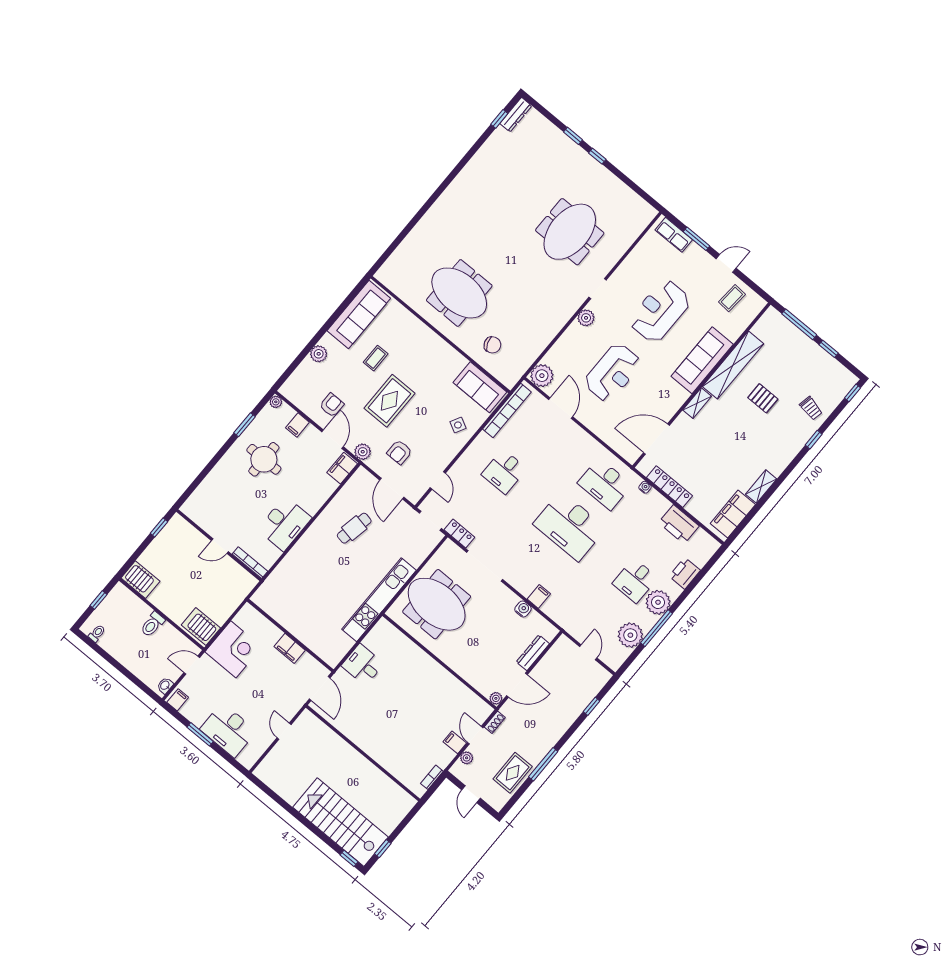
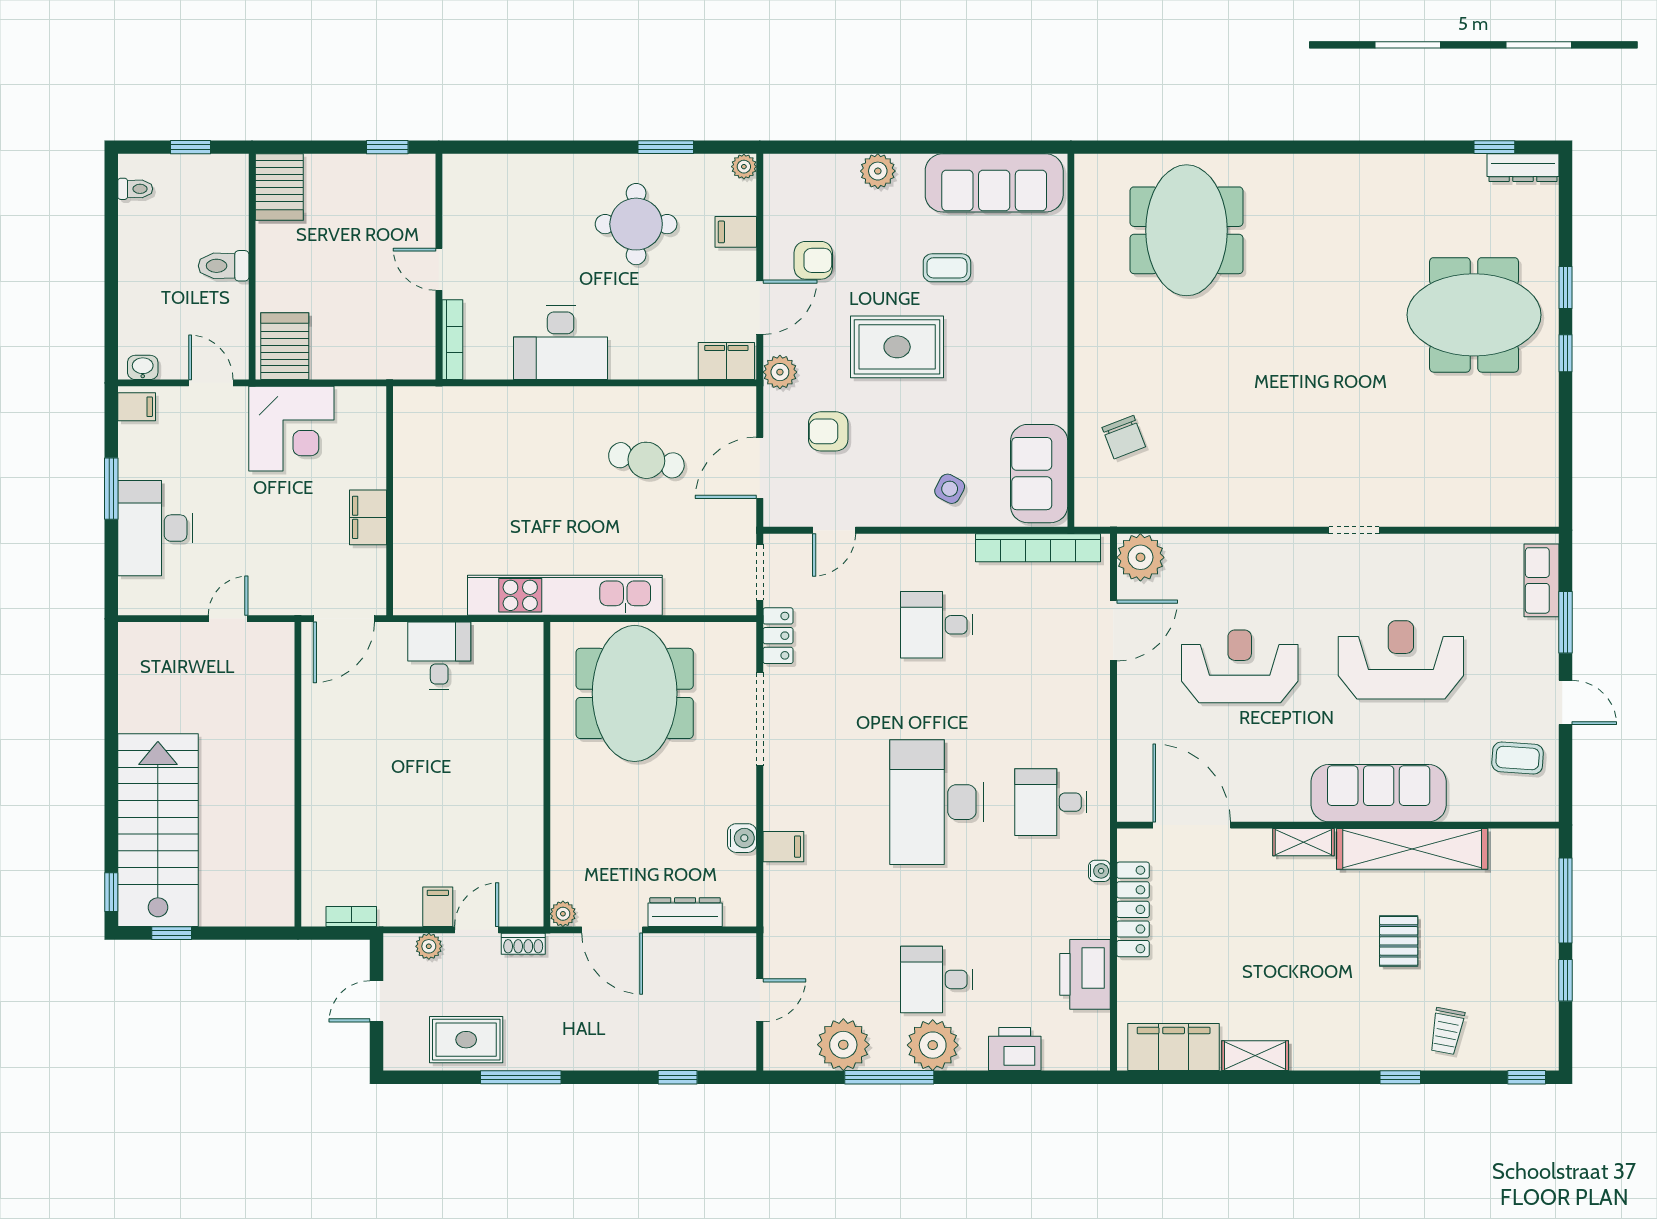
meeting table: (570, 232) -> (1474, 315), moved
meeting table: (459, 293) -> (1186, 230), moved
plant: (586, 318) -> (1292, 551), removed
reception desk: (613, 373) -> (1240, 666), turned 180
desk: (605, 484) -> (1051, 802), width x0.73

